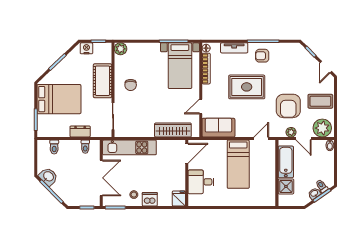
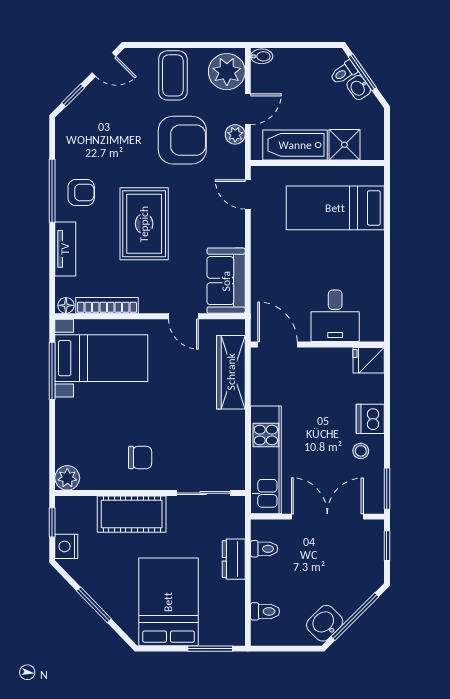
armchair: (262, 56) -> (81, 192), turned -90
bed: (238, 164) -> (335, 208), moved, turned 180

